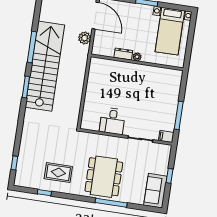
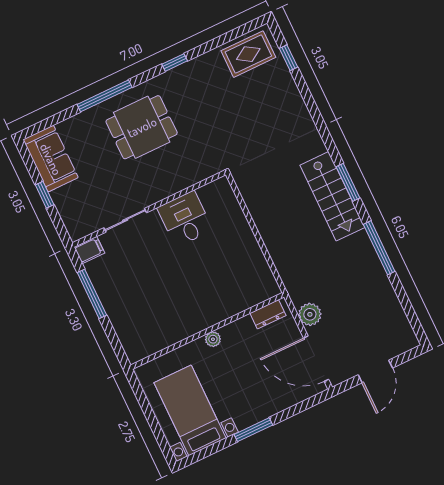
dresser: (123, 54) -> (268, 314), moved
stairs: (45, 66) -> (332, 196), width x0.54, depth x0.66
rug: (58, 173) -> (248, 54), moved
dining table: (104, 177) -> (142, 127), width x0.73
window: (44, 193) -> (175, 62), moved

